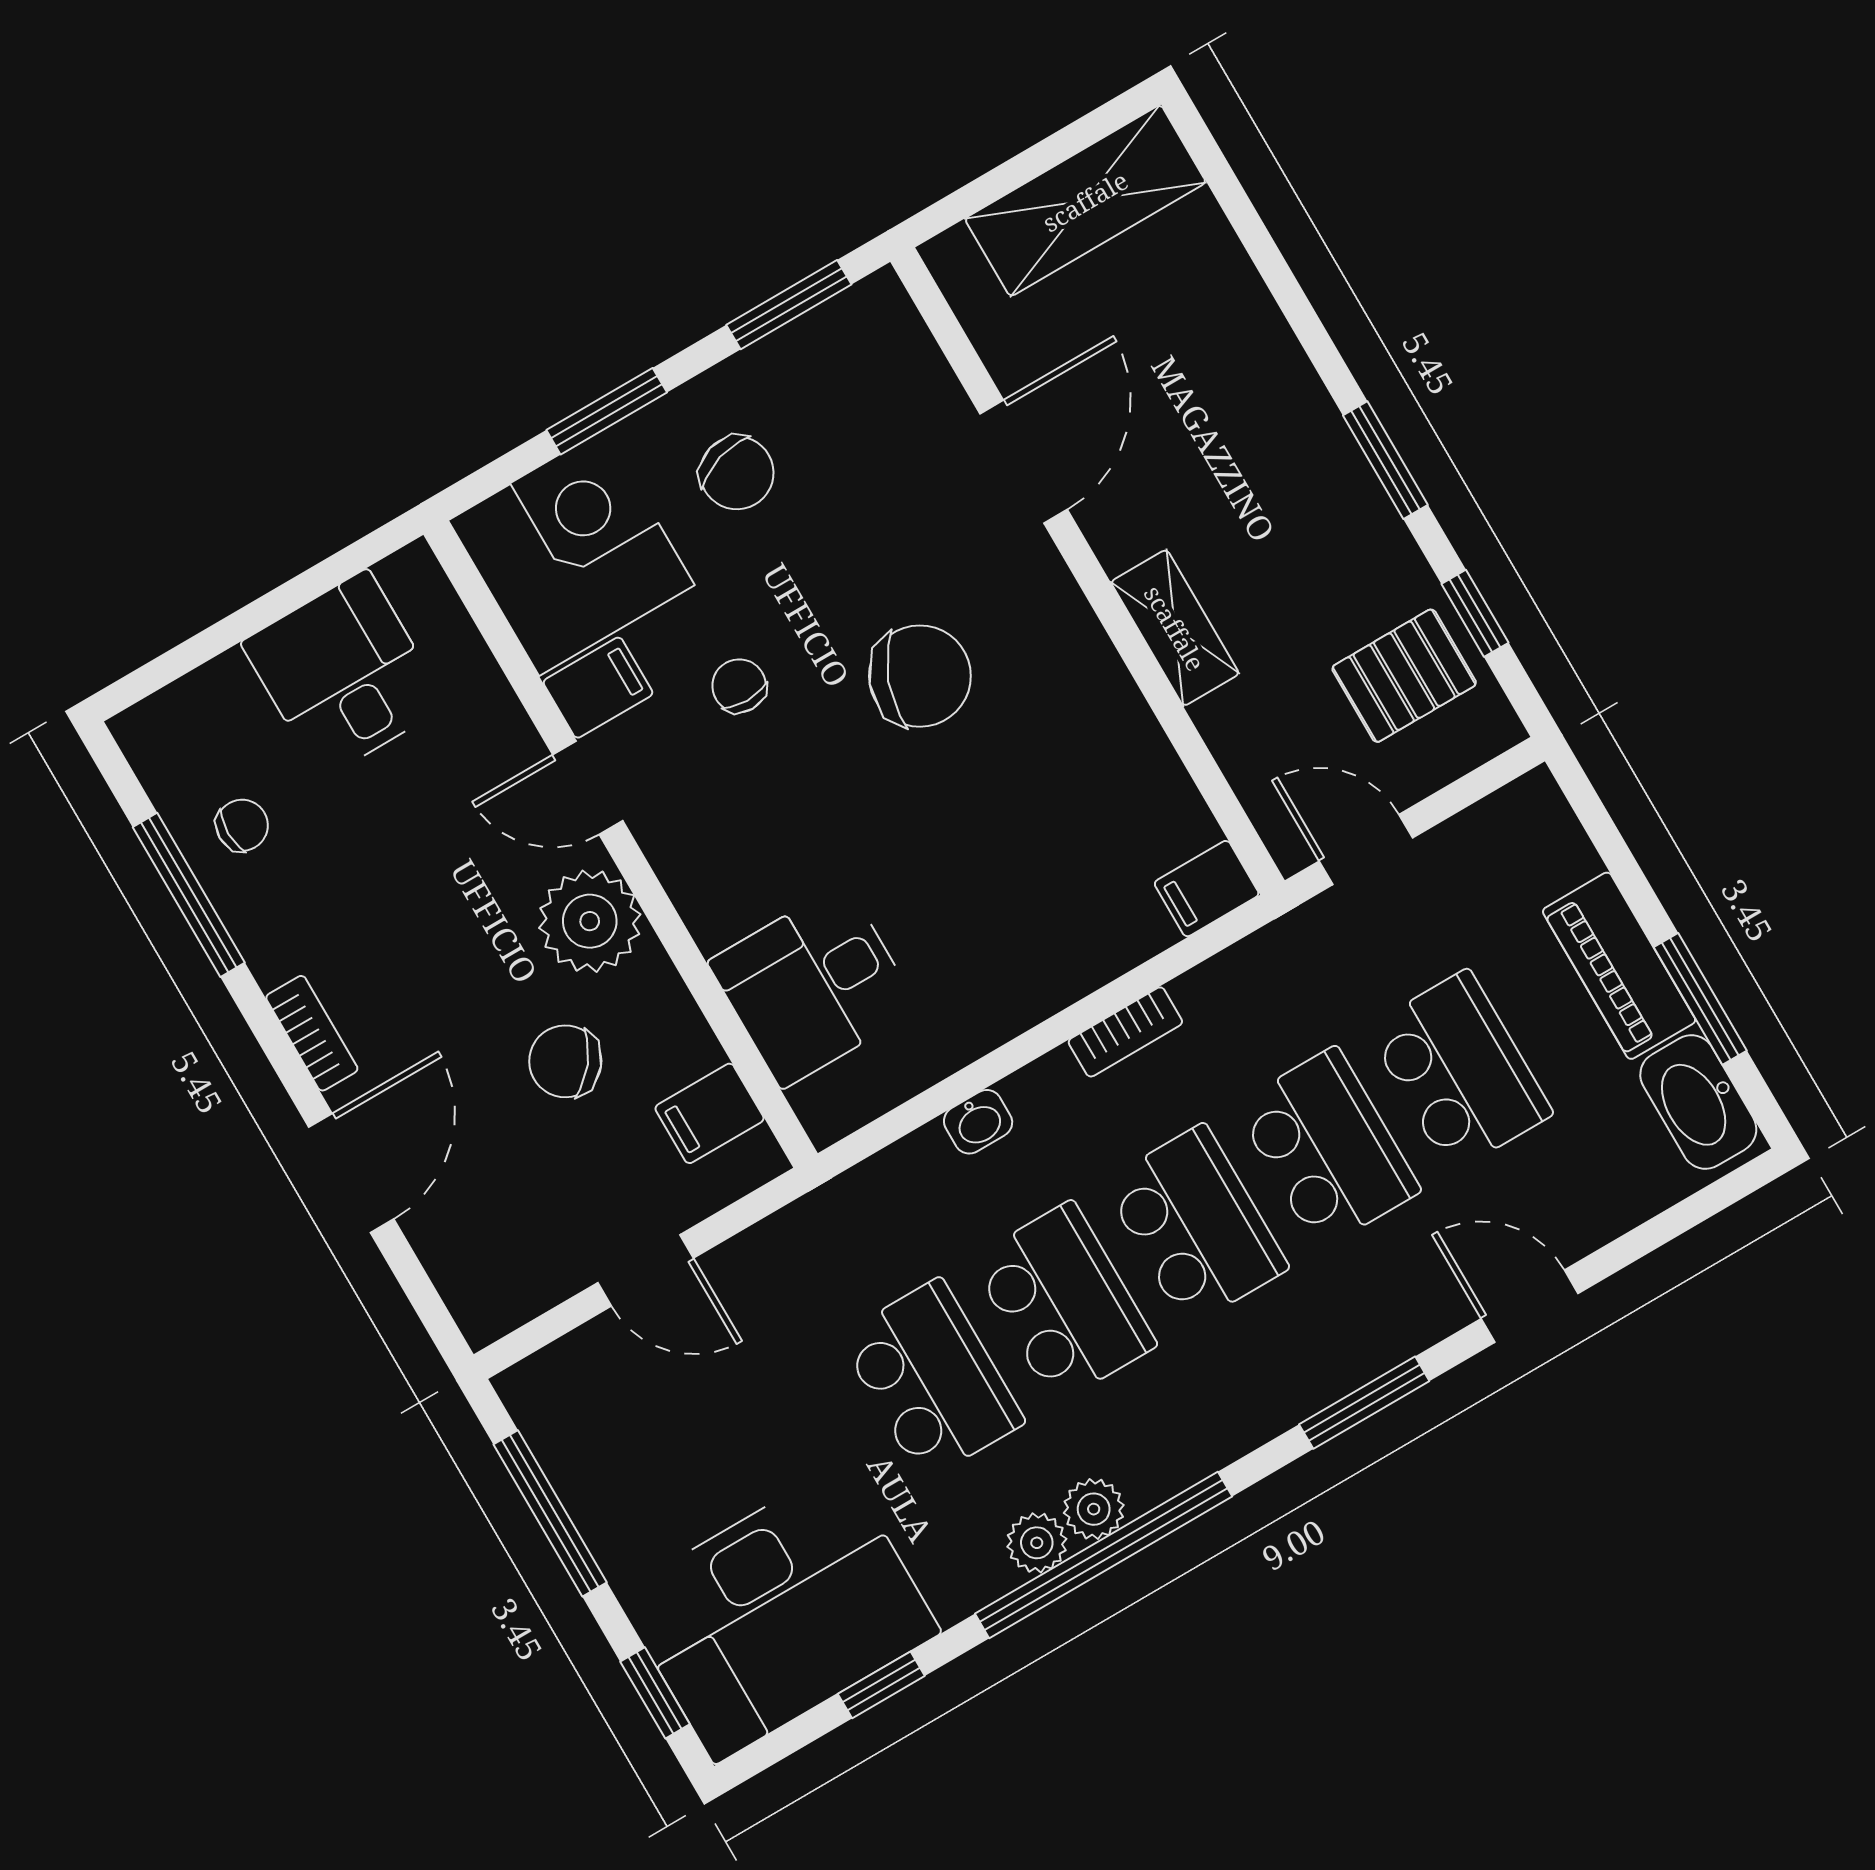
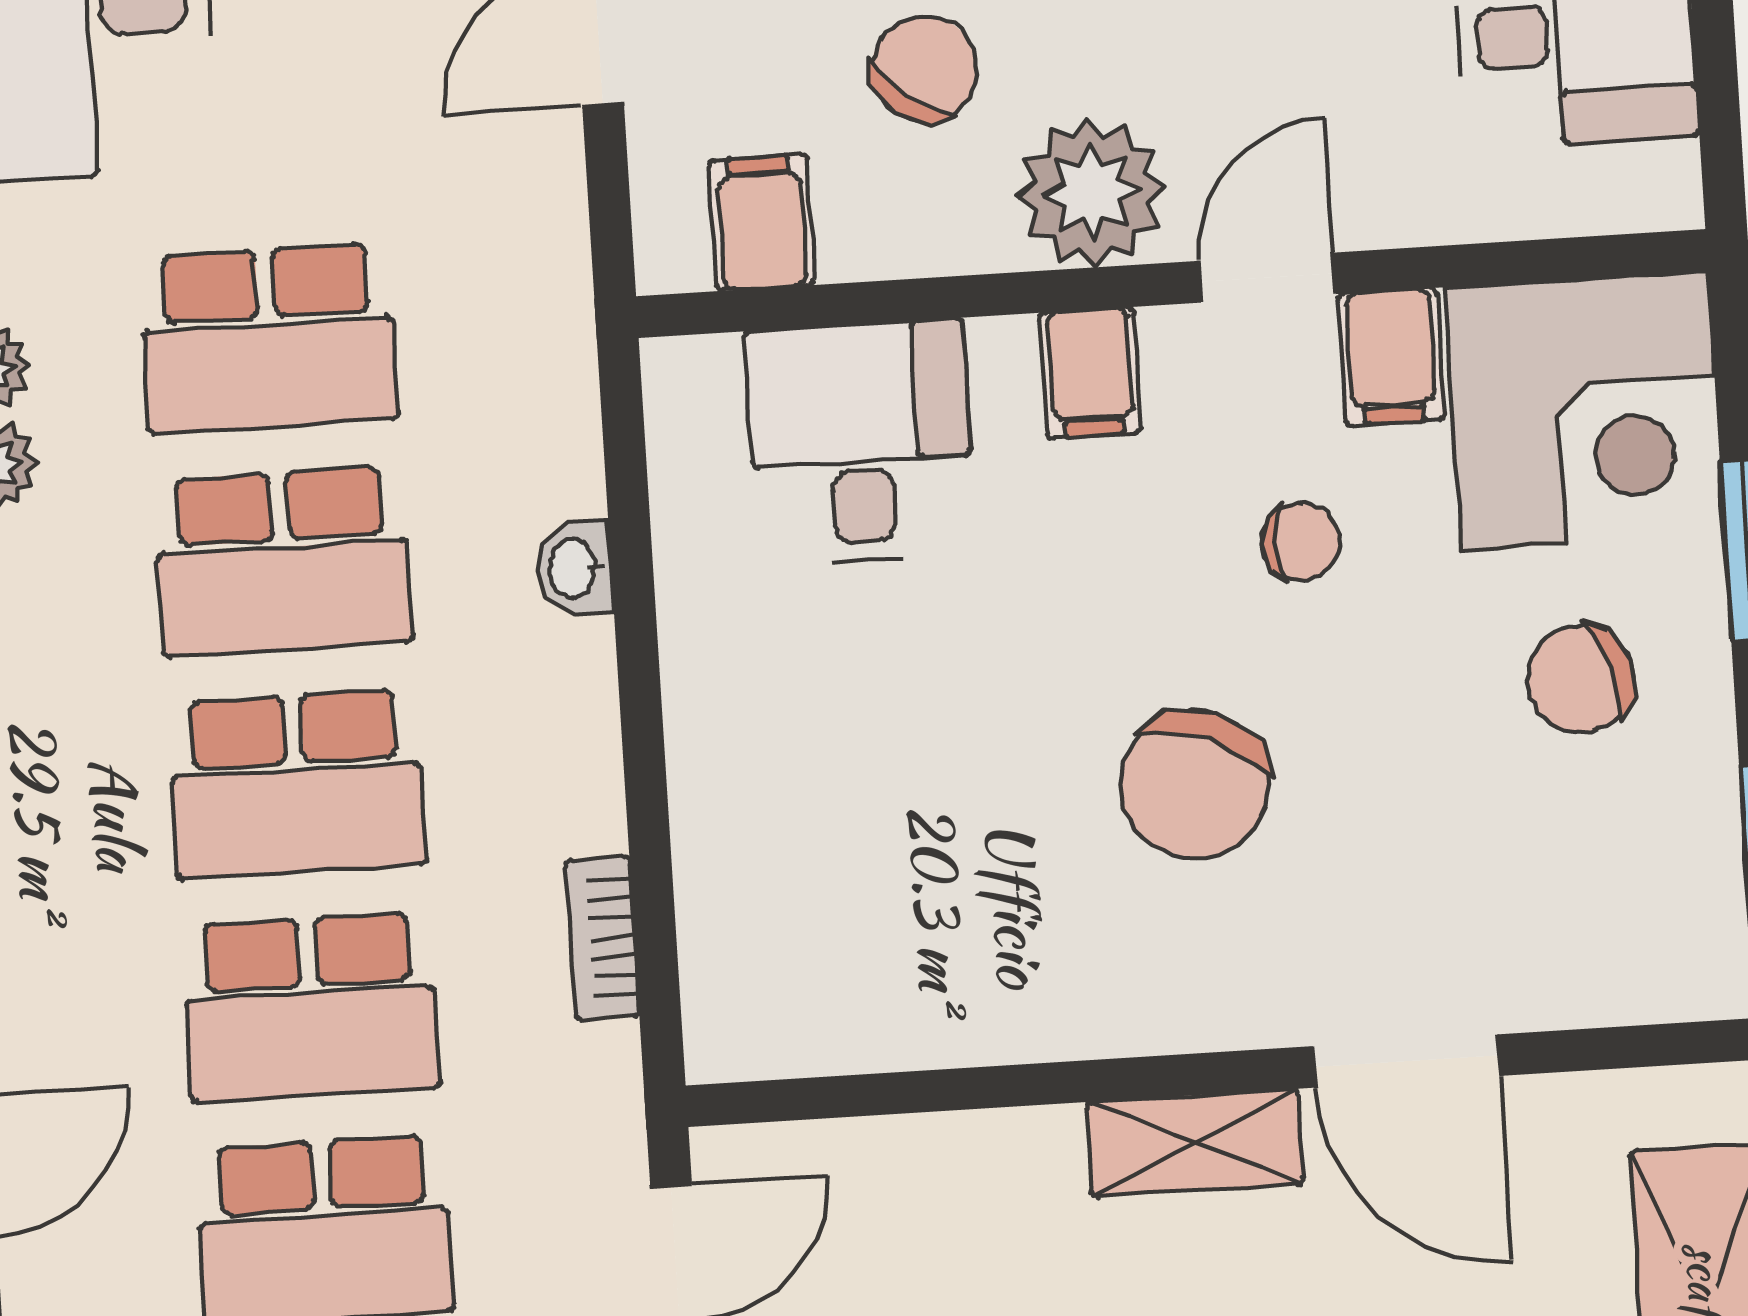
shelving: (1175, 628) -> (1195, 1143), moved
filing cabinet: (1207, 889) -> (1091, 373), moved, turned 180
bookcase: (1125, 1032) -> (603, 938), moved

